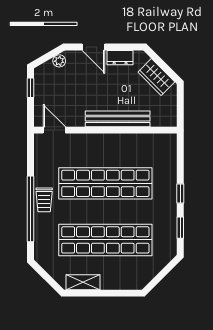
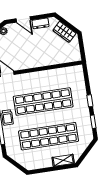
bench: (118, 119) -> (45, 61), removed
shelving: (83, 282) -> (63, 160), moved

